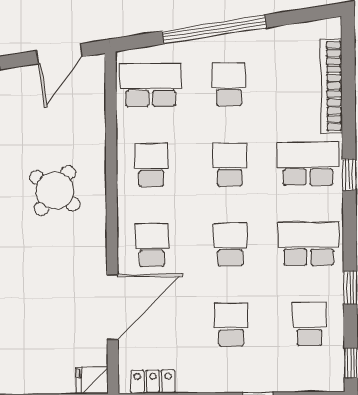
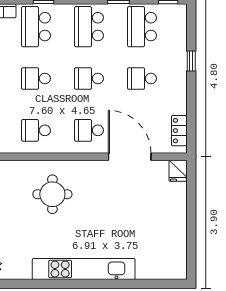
round table: (55, 191) -> (52, 194), turned -37
school desk: (309, 324) -> (142, 27), width x1.85

